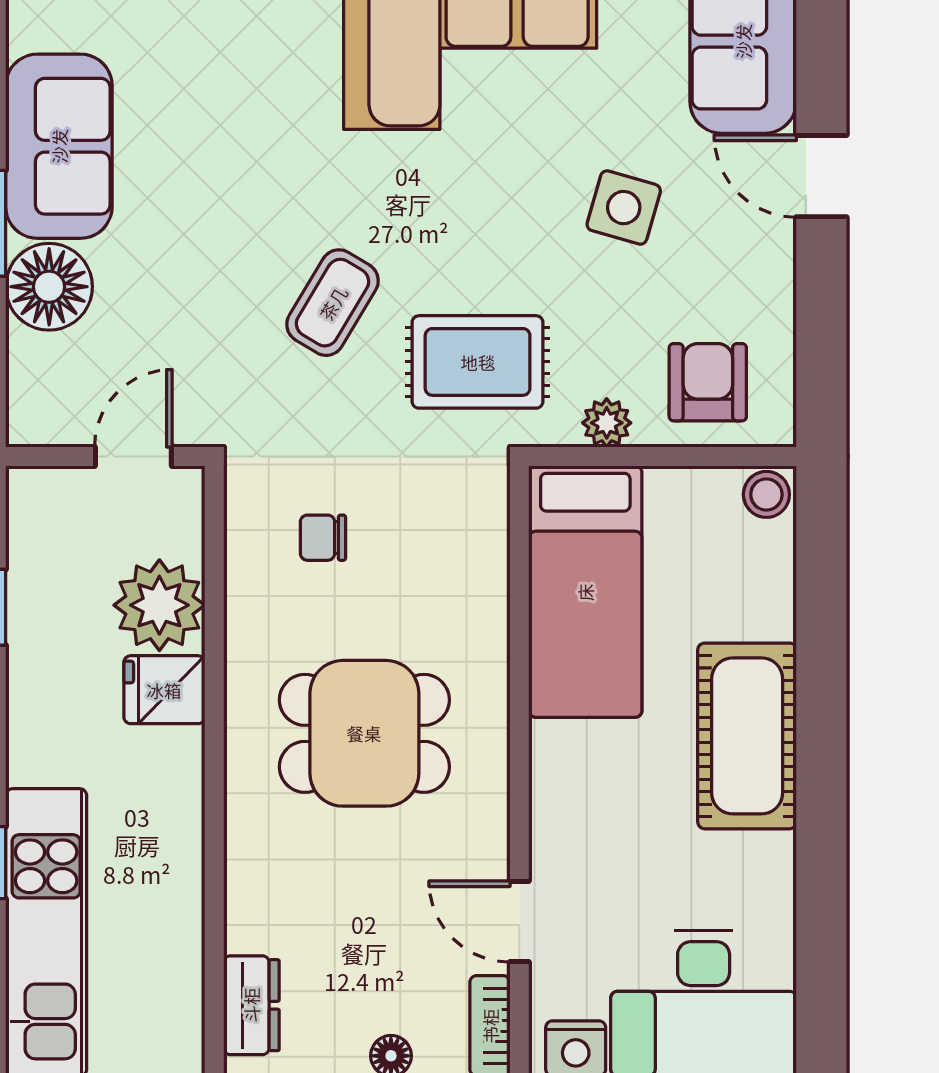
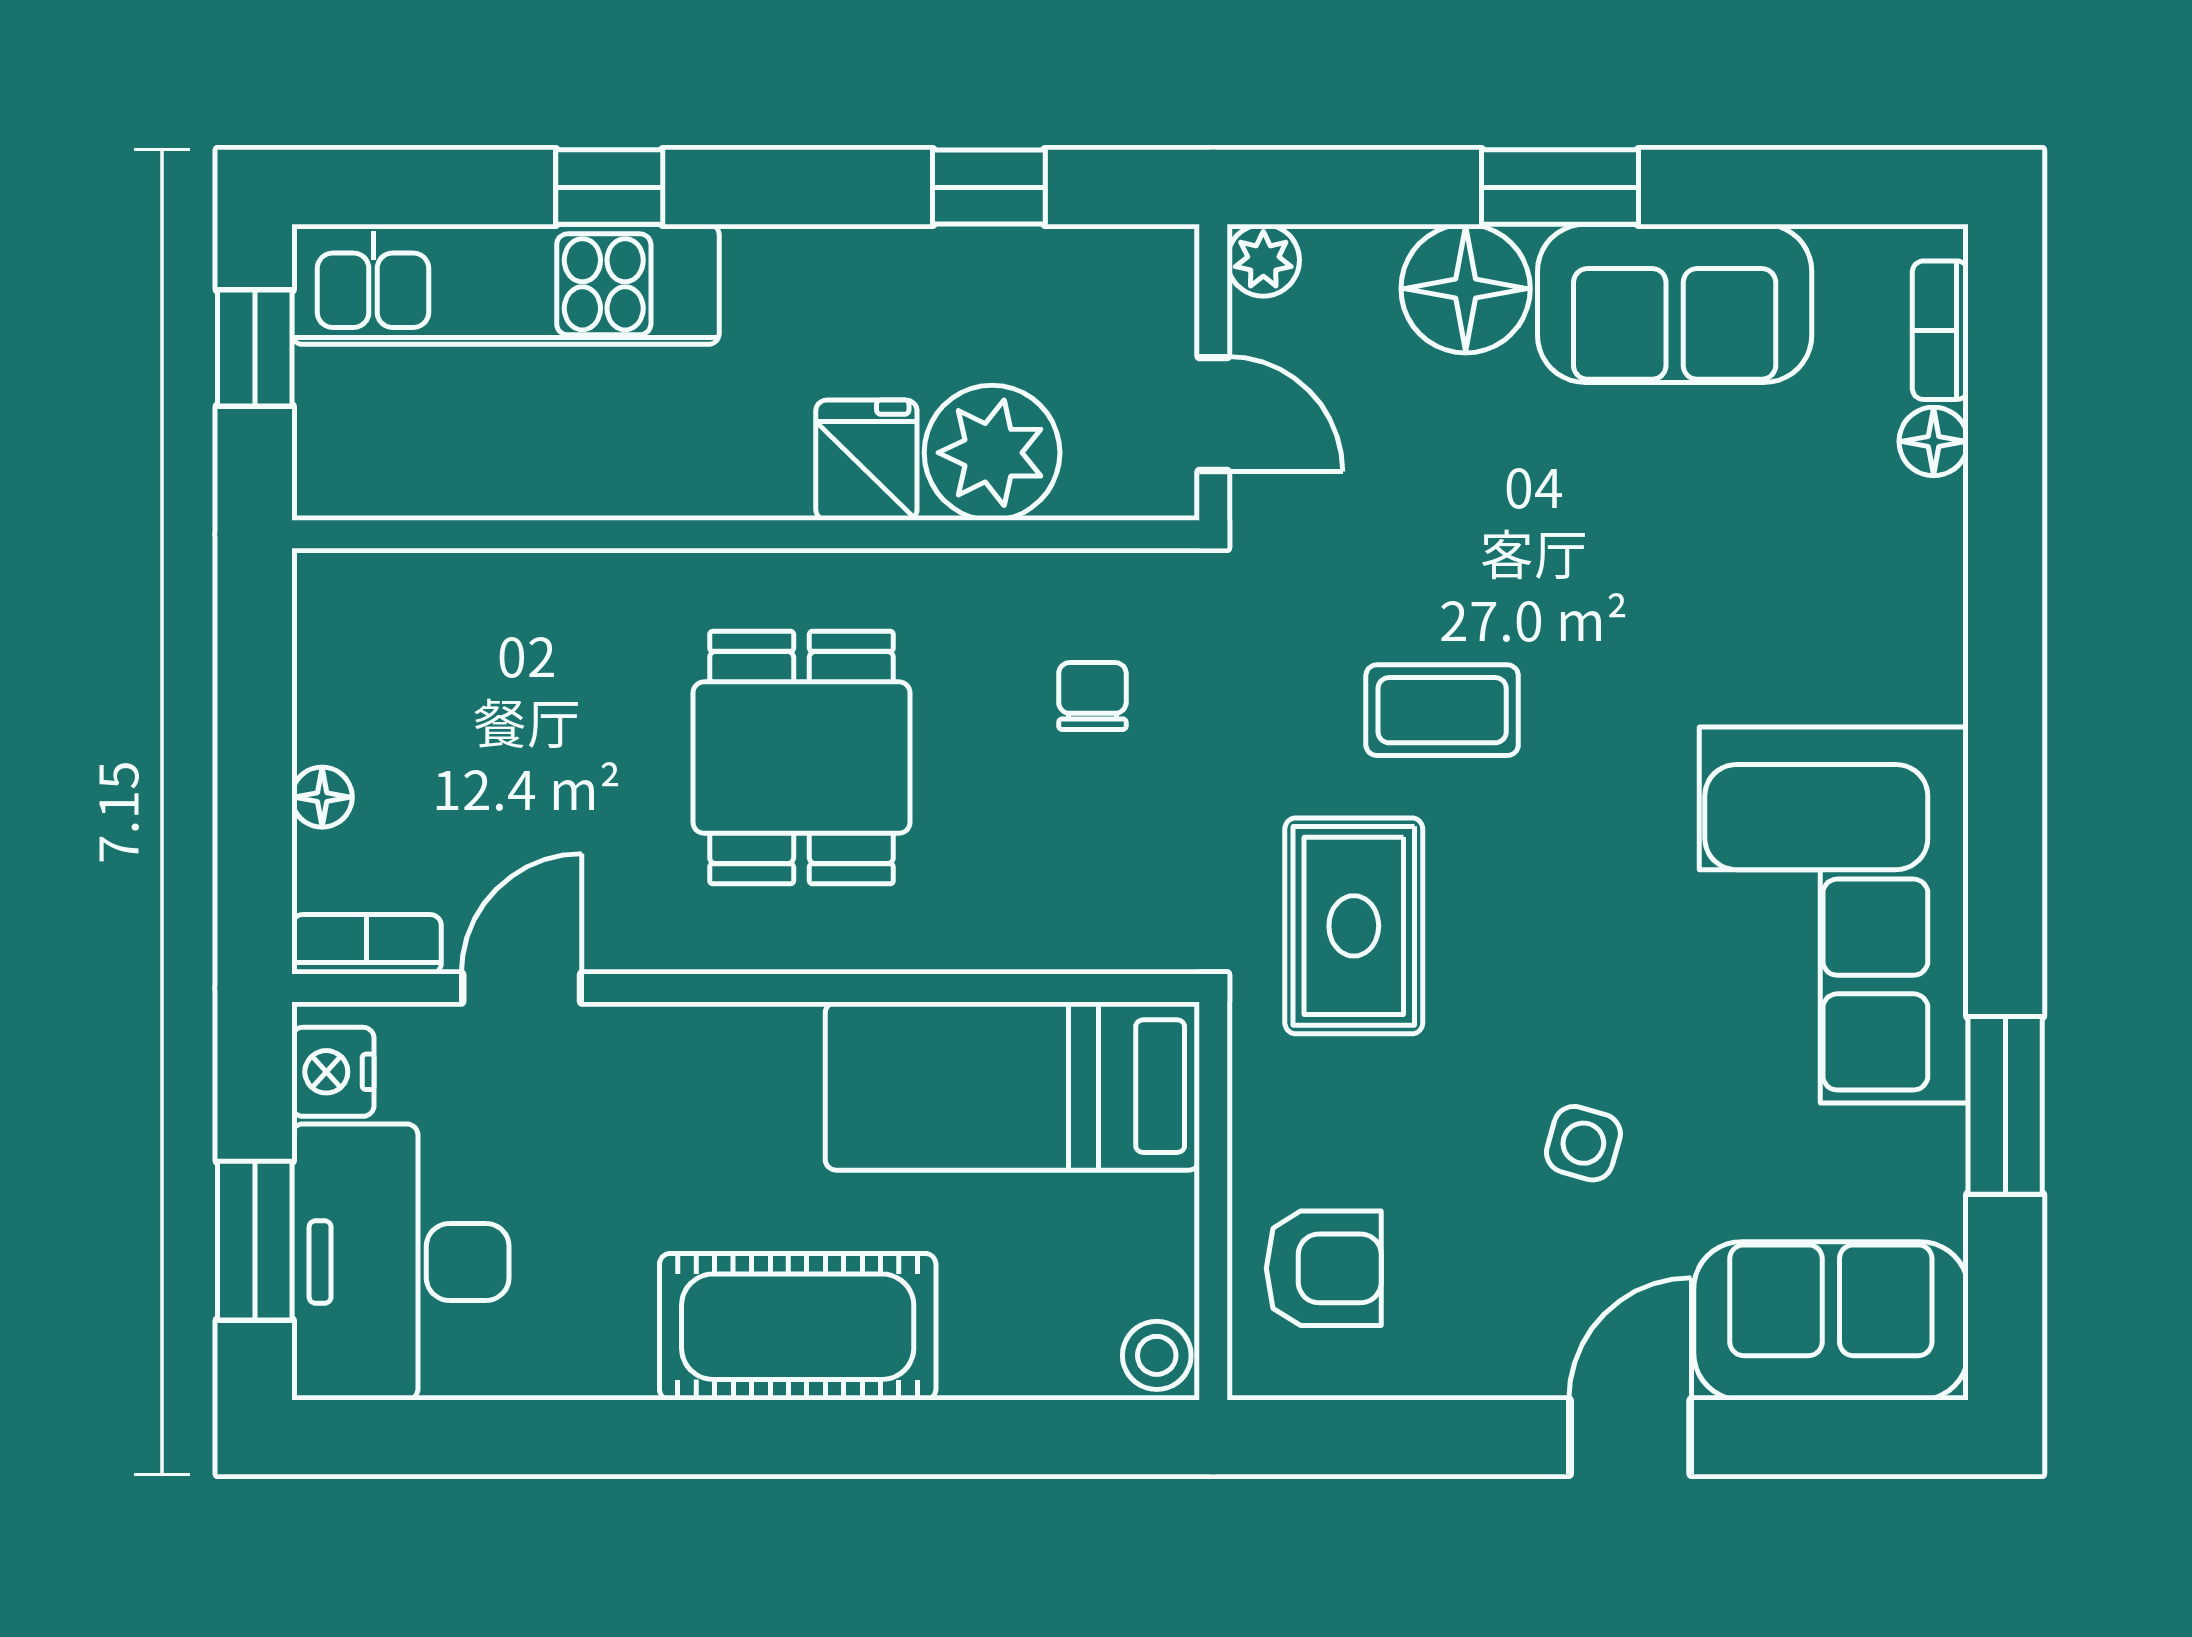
side table: (624, 208) -> (1583, 1143), width x0.73, depth x0.73
coffee table: (333, 303) -> (1442, 710), turned -31
plant: (607, 423) -> (1263, 260), moved
dresser: (251, 1005) -> (397, 590), removed

